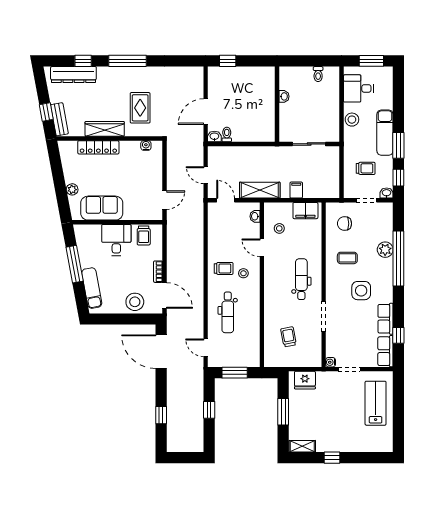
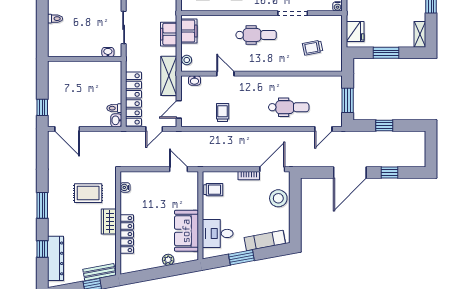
window: (128, 61) -> (42, 205), width x0.69
washbasin: (284, 96) -> (108, 52), moved
door: (206, 112) -> (67, 129), moved
wardrobe: (105, 129) -> (109, 221), width x0.67
locker: (236, 154) -> (133, 99), added
filing cabinet: (296, 190) -> (169, 34), width x2.00
stool: (279, 228) -> (187, 60), moved
desk: (116, 240) -> (218, 233), moved
door: (262, 248) -> (225, 74), swing flipped
window: (75, 264) -> (241, 257), width x0.69
trolley: (224, 268) -> (223, 113), moved
stool: (243, 273) -> (250, 92), removed
dental chair: (301, 279) -> (256, 35), turned 180
door: (161, 352) -> (350, 173), moved

